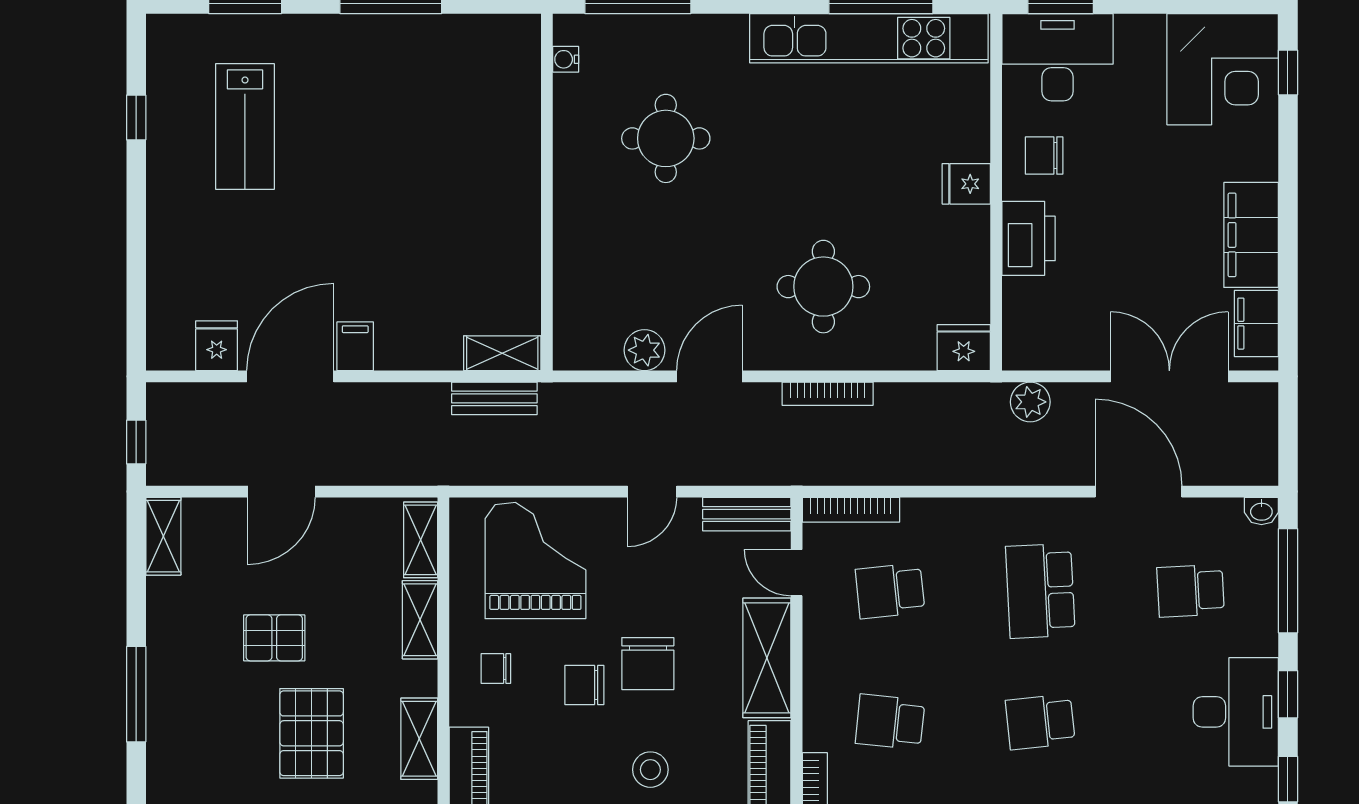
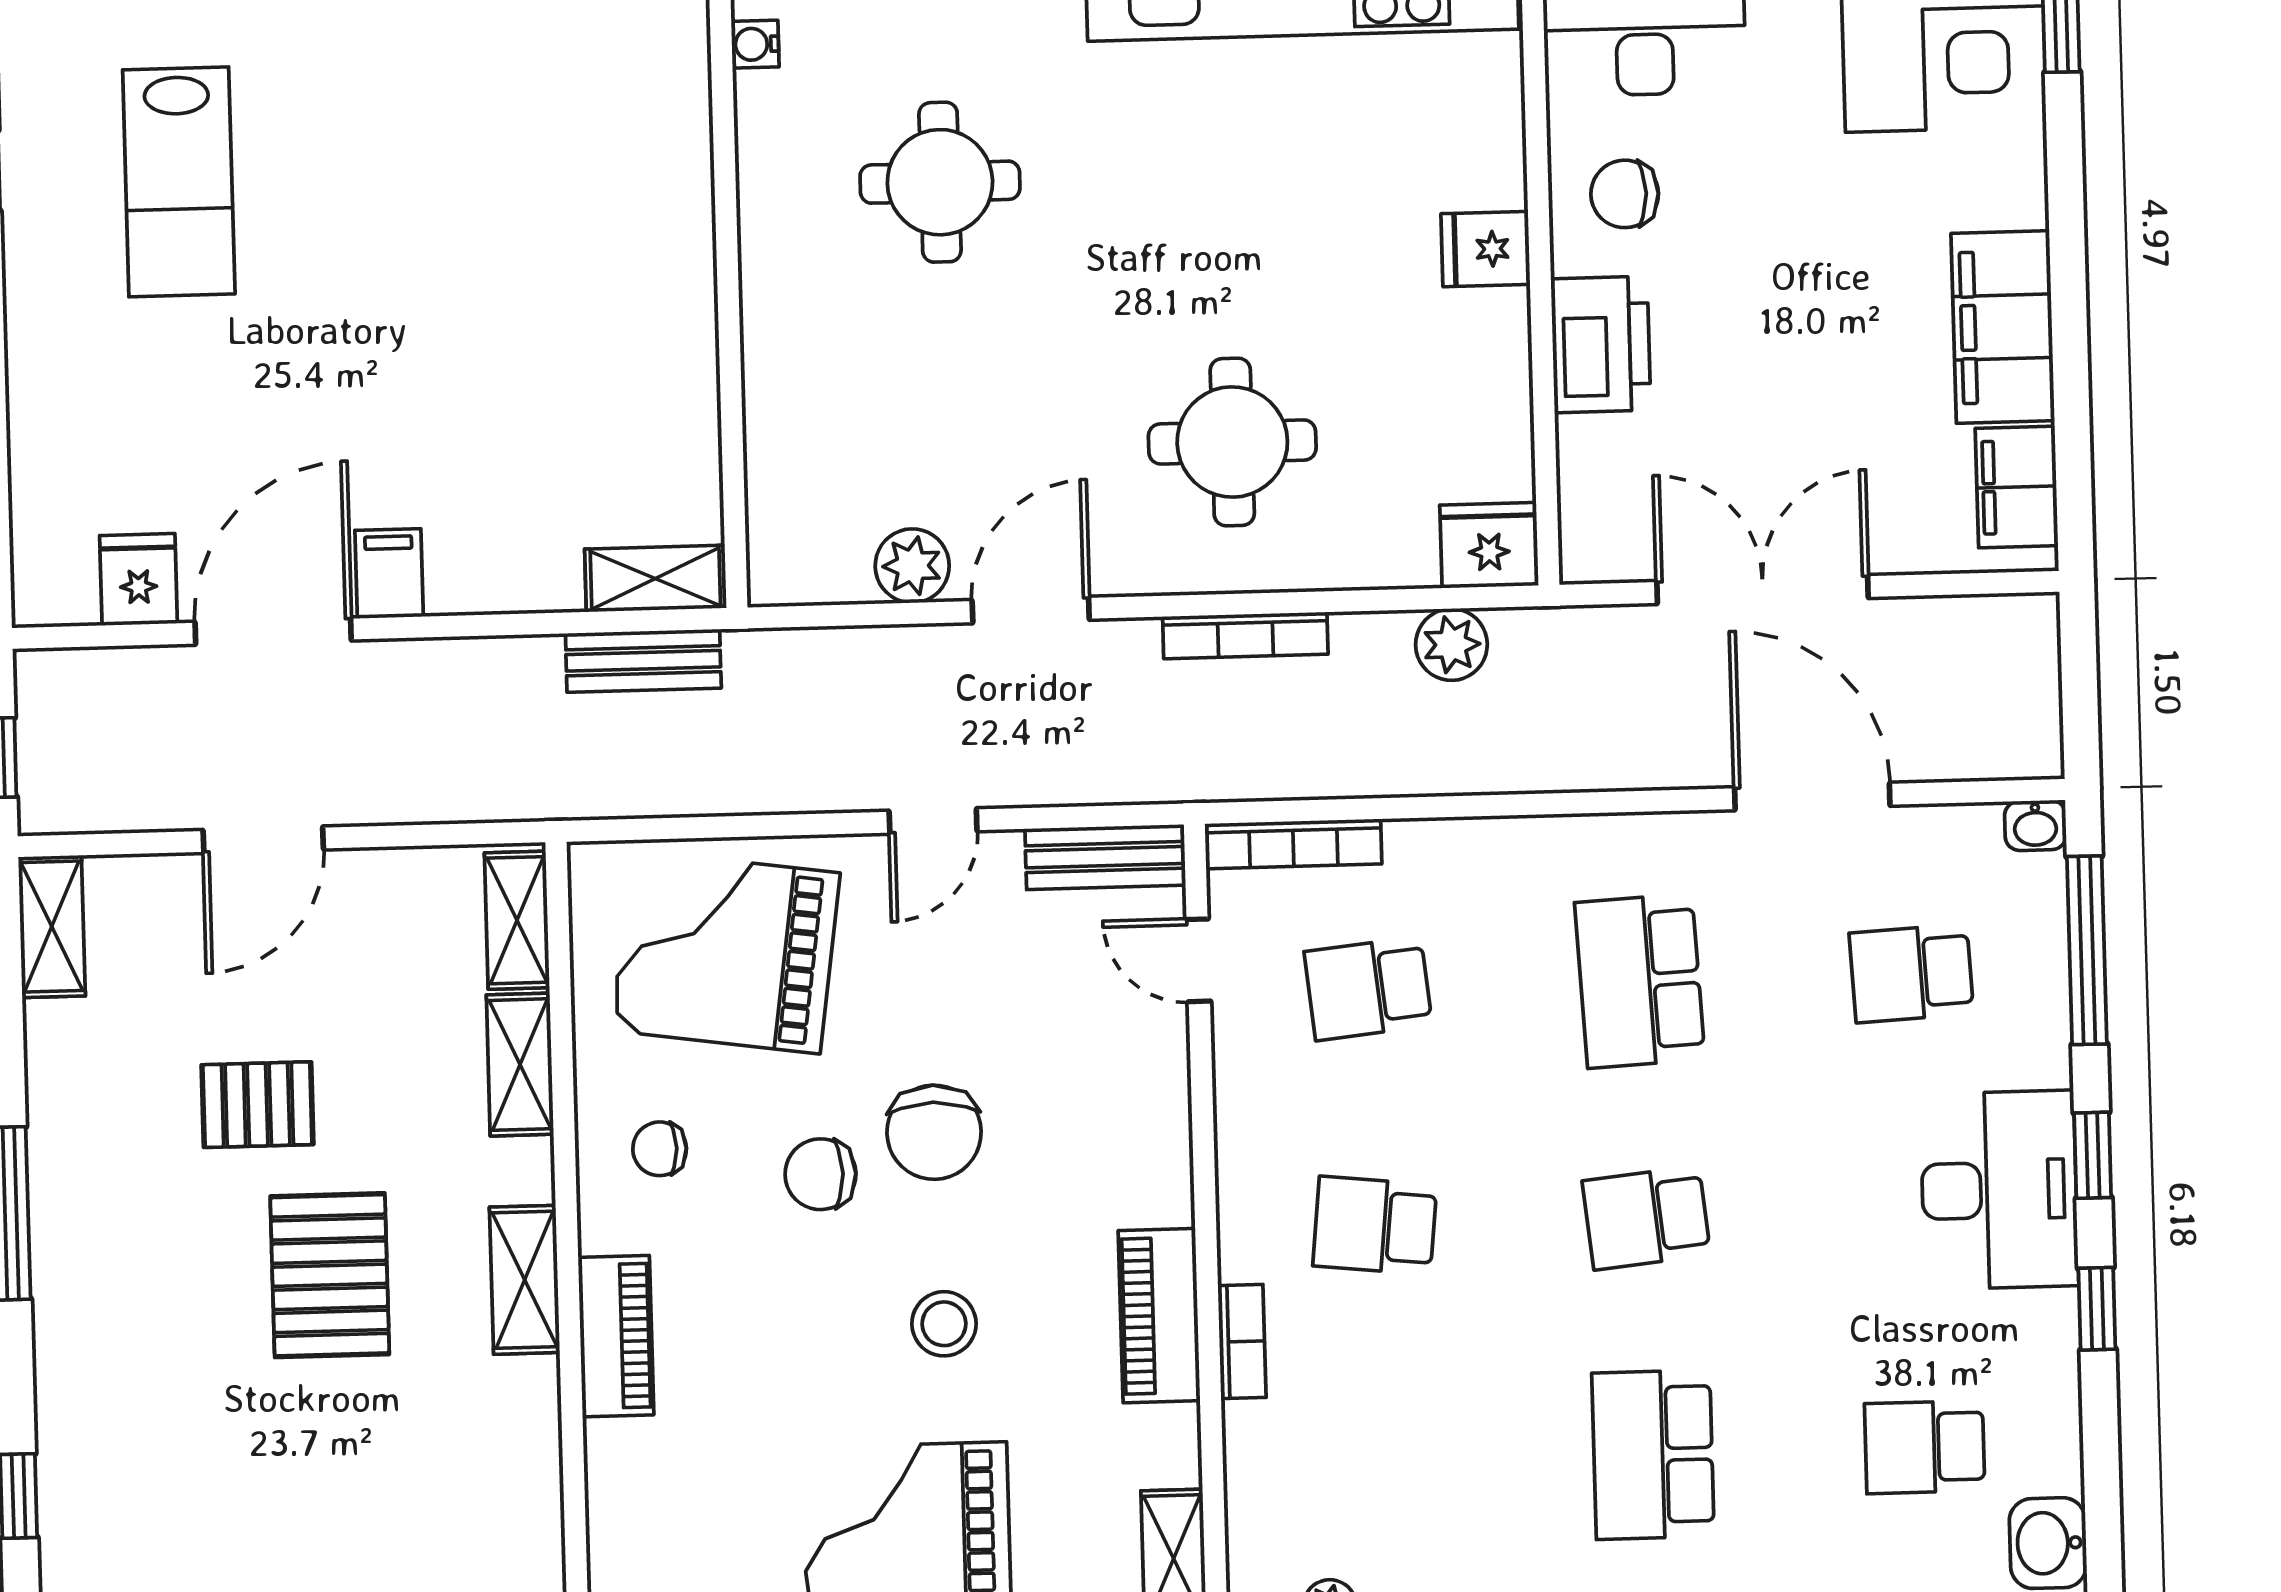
double door: (1169, 376) -> (1763, 590), moved
plant: (1030, 402) -> (1451, 645), moved
grand piano: (535, 561) -> (726, 952), turned -82
shelving: (767, 658) -> (1149, 1116), removed

